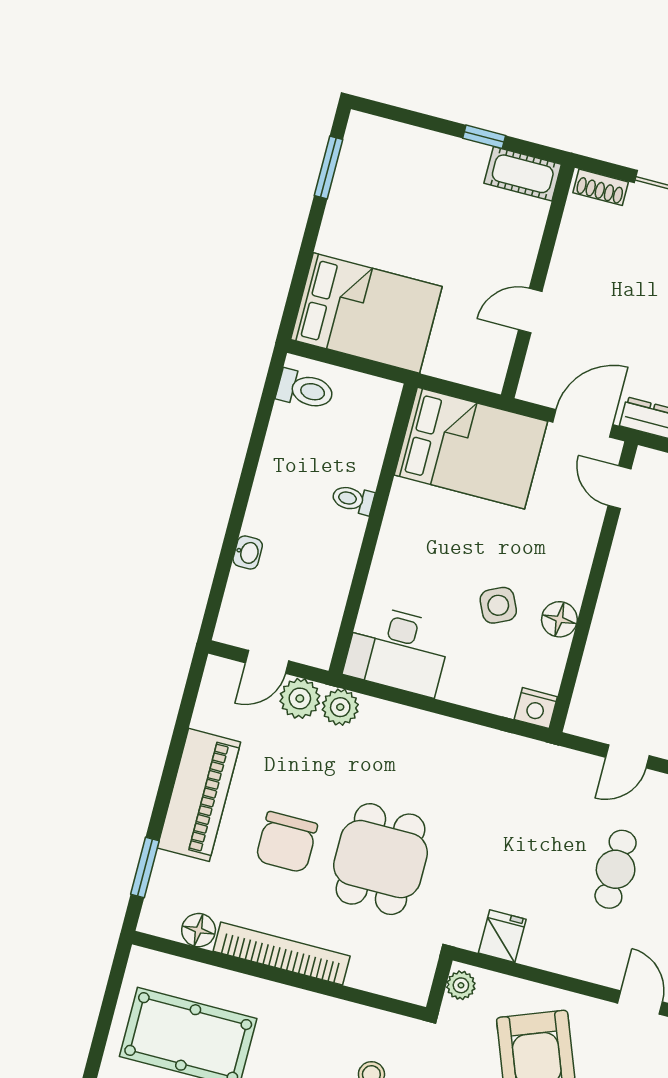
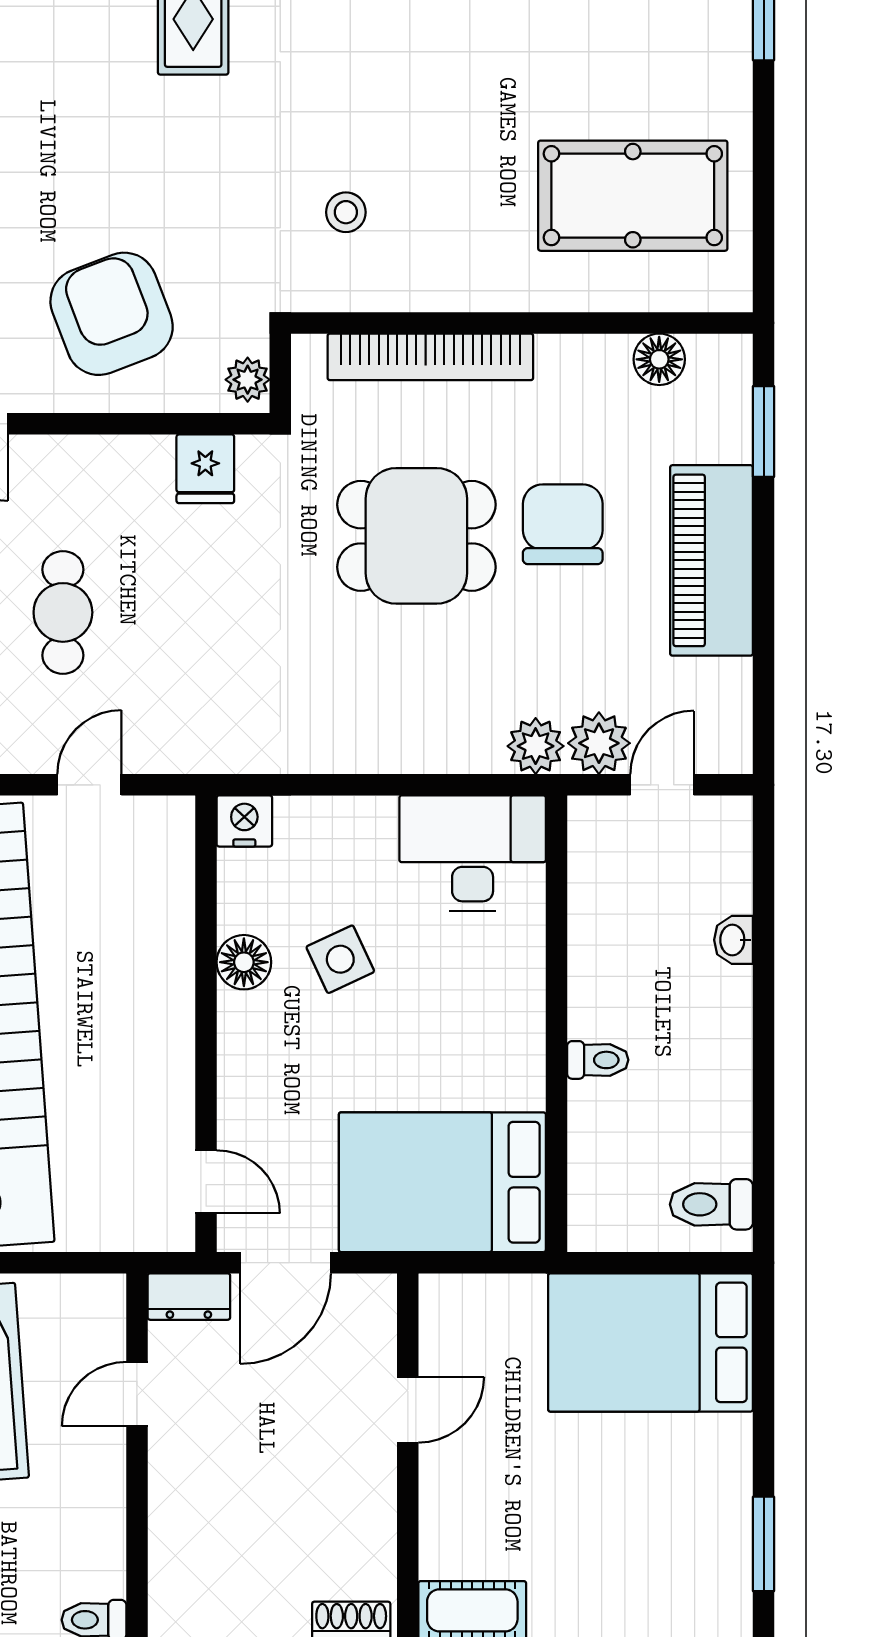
dining table: (380, 859) -> (416, 536), turned 90
bookcase: (282, 954) -> (430, 357), moved

